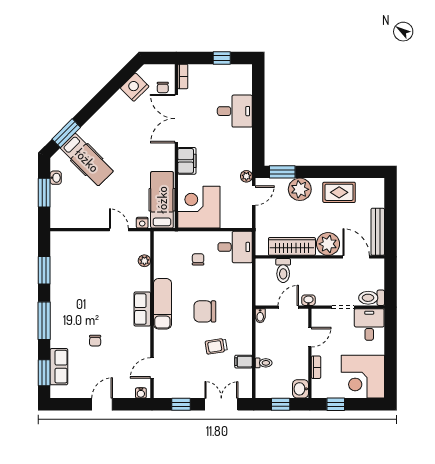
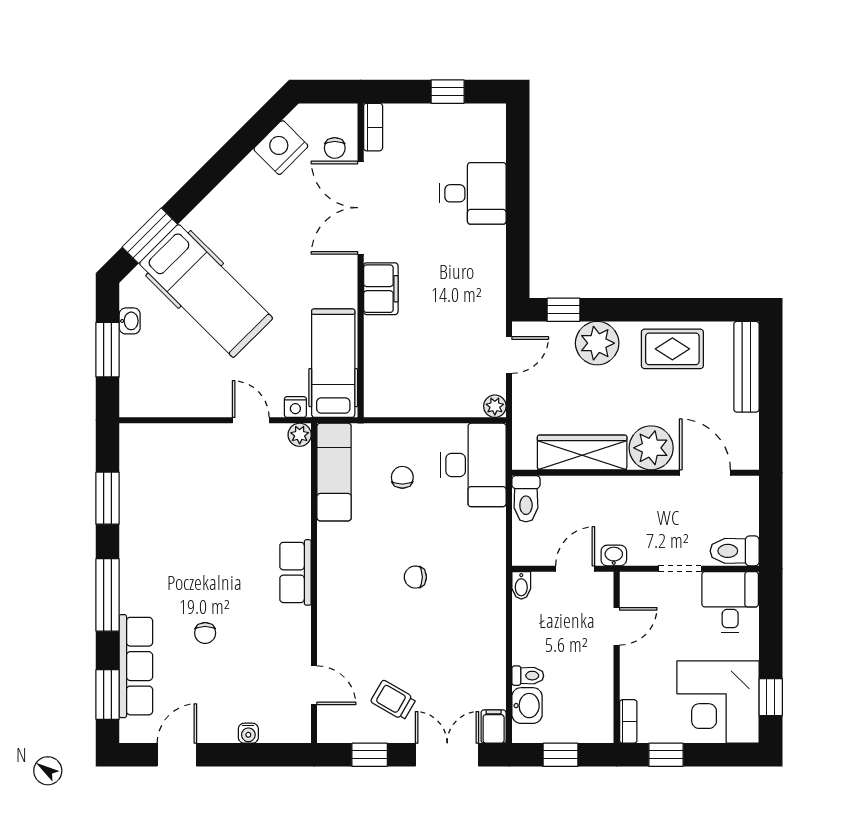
hospital bed: (87, 160) -> (206, 291), width x1.37, depth x1.29
window: (282, 172) -> (564, 310), width x0.67
plant: (246, 176) -> (495, 406), moved
corner desk: (199, 207) -> (404, 377), removed
bench: (378, 232) -> (746, 367), moved
desk: (235, 247) -> (473, 465), width x1.37
plant: (144, 261) -> (300, 435), moved
toilet: (283, 271) -> (526, 499), moved
exam couch: (162, 304) -> (334, 472), moved
chair: (205, 311) -> (415, 577), width x0.54, depth x0.54
trolley: (216, 346) -> (393, 700), moved, turned 39
filing cabinet: (244, 362) -> (494, 727), moved, turned 90
row of seats: (59, 367) -> (136, 666), width x1.48
bookcase: (316, 367) -> (628, 721), moved
door: (152, 368) -> (314, 685), swing flipped
window: (390, 374) -> (771, 697), added
washbasin: (301, 389) -> (527, 706), moved, turned 180
water cooler: (141, 393) -> (248, 733), moved
door: (102, 404) -> (177, 755), moved

